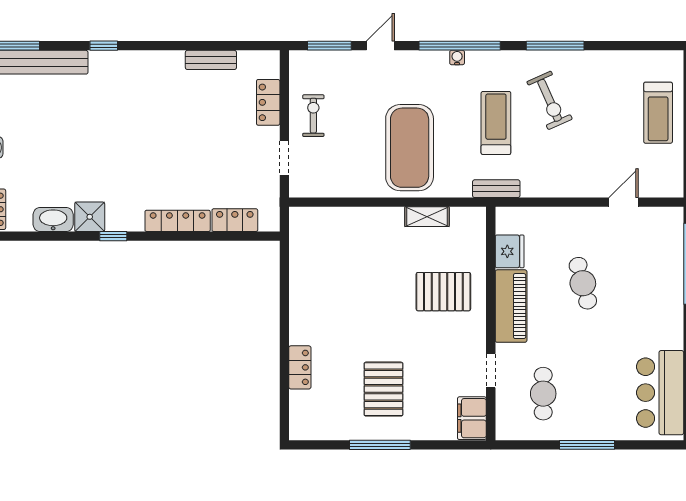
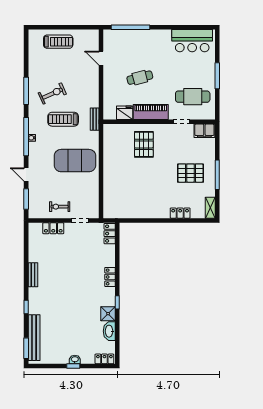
bench: (211, 60) -> (33, 275), moved
shelving: (427, 217) -> (210, 208), moved
locker: (235, 220) -> (110, 234), moved
locker: (178, 221) -> (110, 277), width x0.66
cafe table: (543, 394) -> (193, 97), width x1.37, depth x1.35

